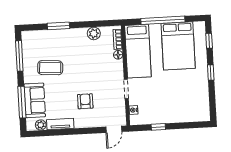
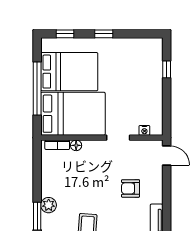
plant: (94, 33) -> (49, 205), moved
bed: (138, 51) -> (73, 114), width x1.50
window: (158, 127) -> (167, 69), moved

